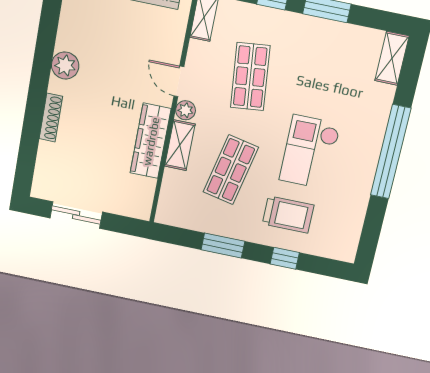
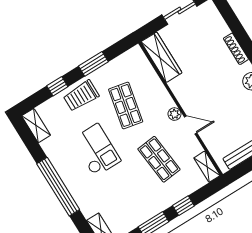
wardrobe: (151, 141) -> (161, 57), moved
shelving: (180, 145) -> (36, 126), moved
trolley: (288, 215) -> (81, 96), moved

